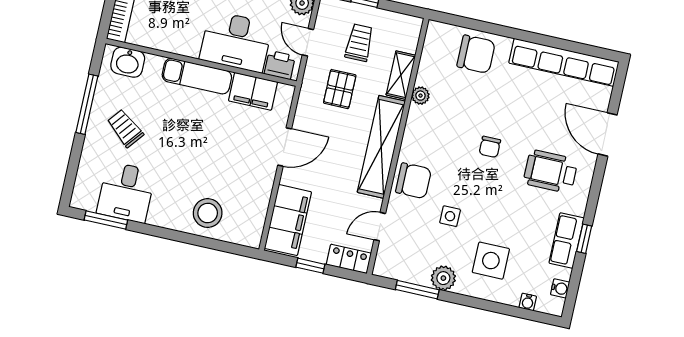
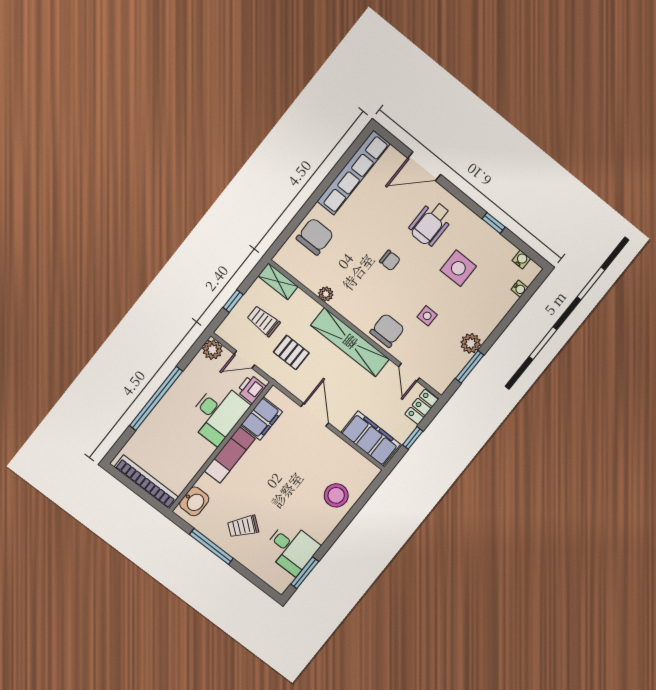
shelving: (401, 75) -> (278, 281), moved
row of seats: (566, 241) -> (488, 237), removed
side table: (491, 261) -> (458, 268), moved

